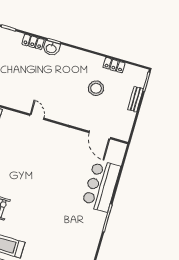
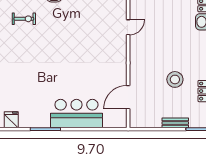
fridge: (90, 246) -> (11, 120), added

